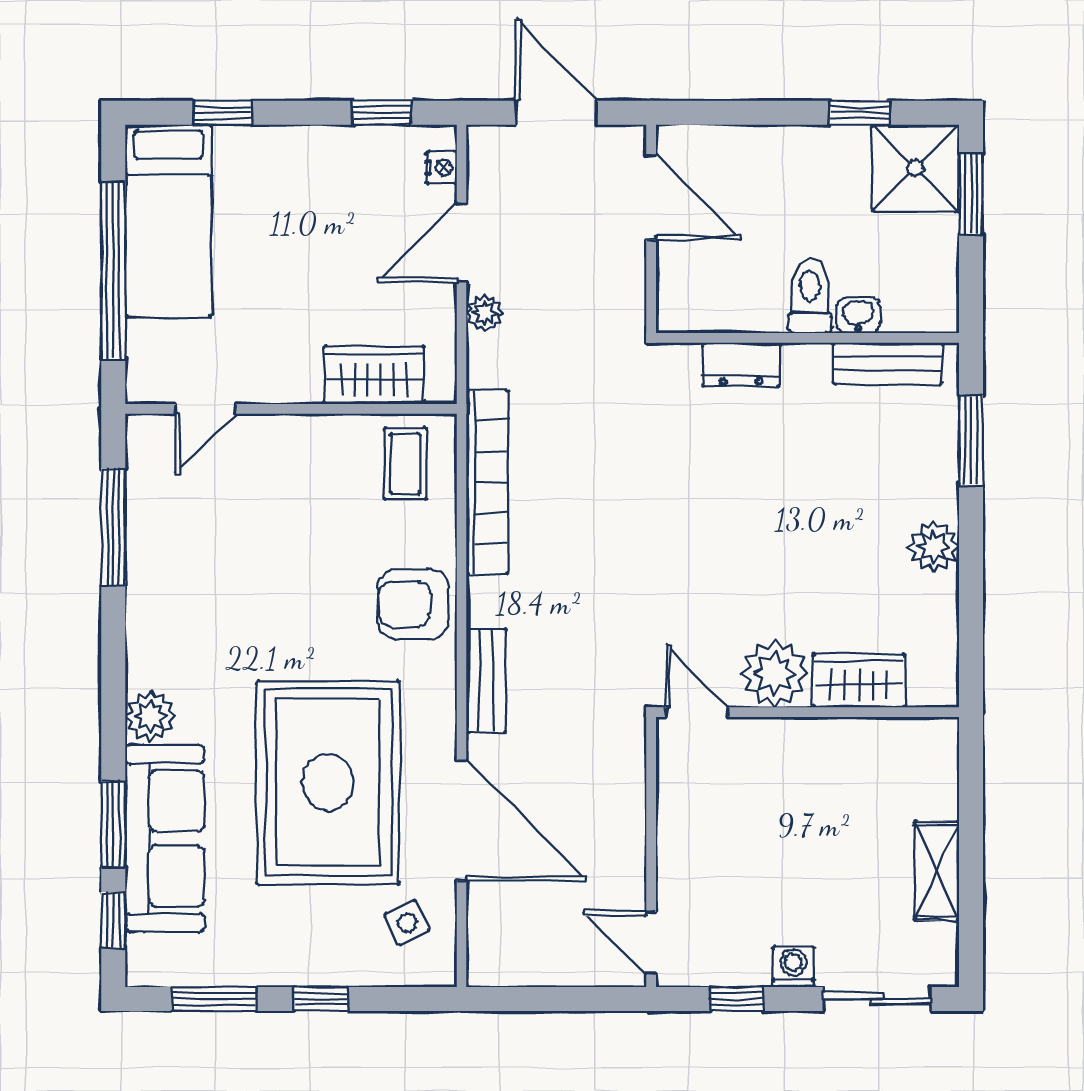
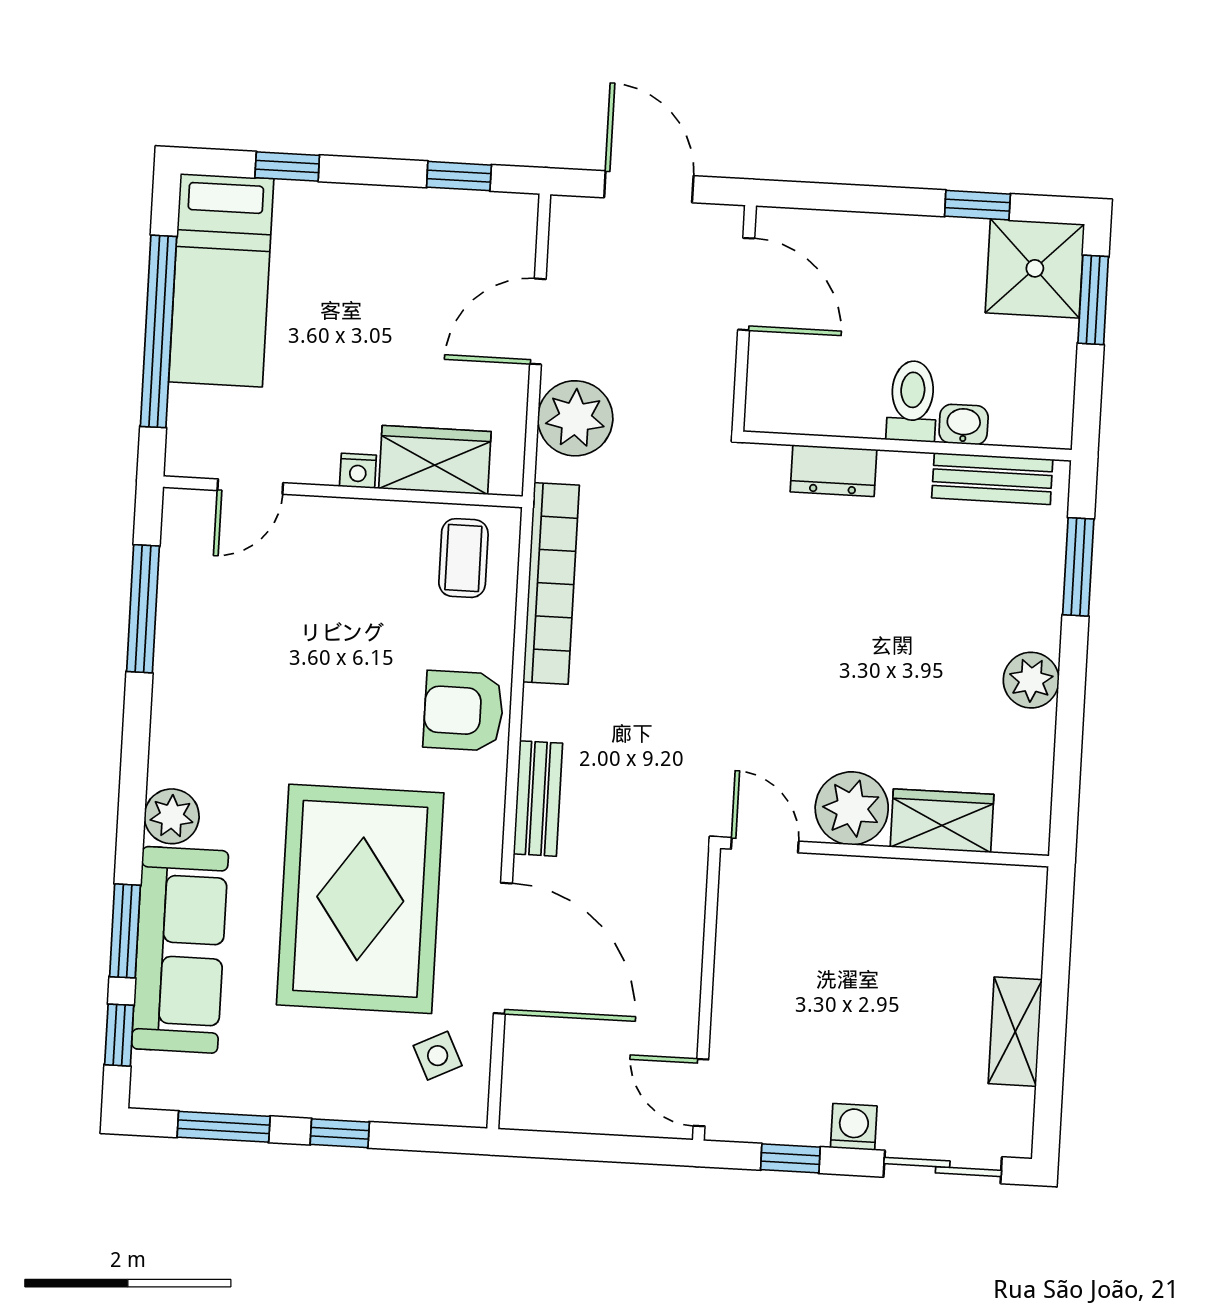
nightstand: (441, 168) -> (358, 471), moved, turned 90
plant: (485, 313) -> (575, 418), width x1.88, depth x1.88

